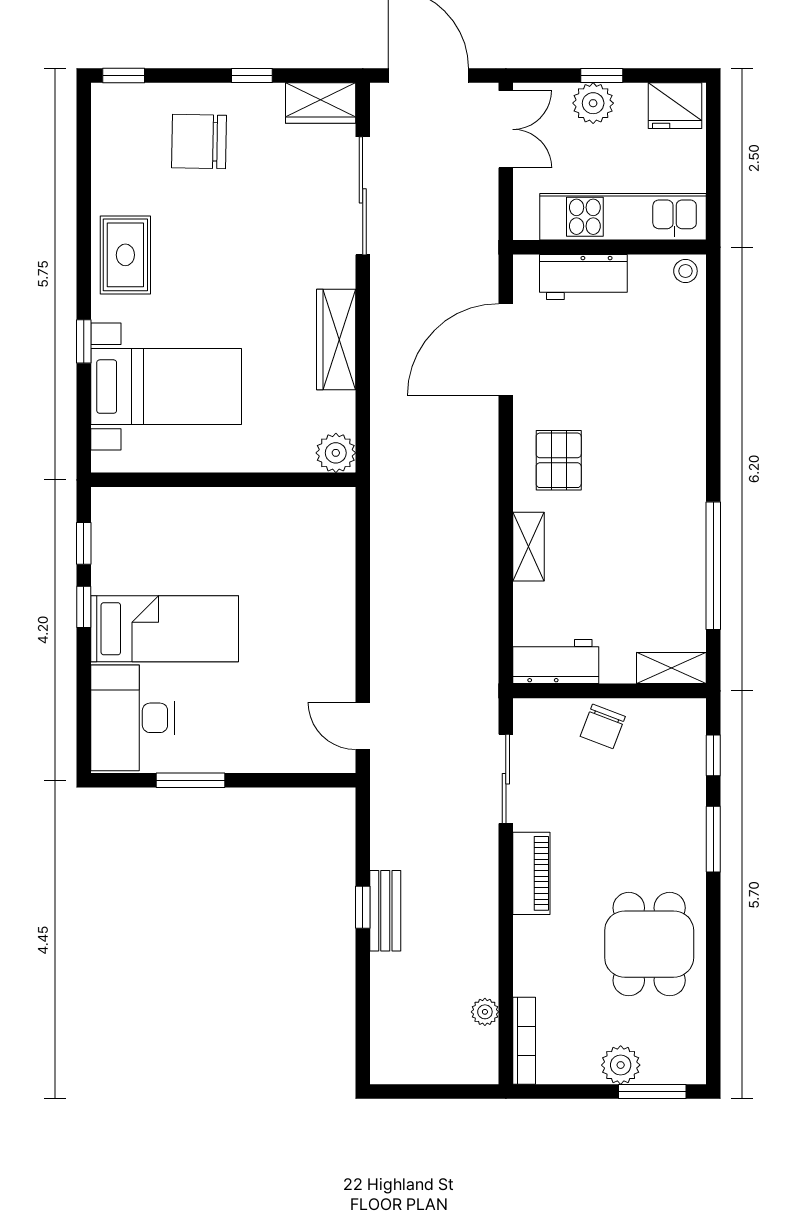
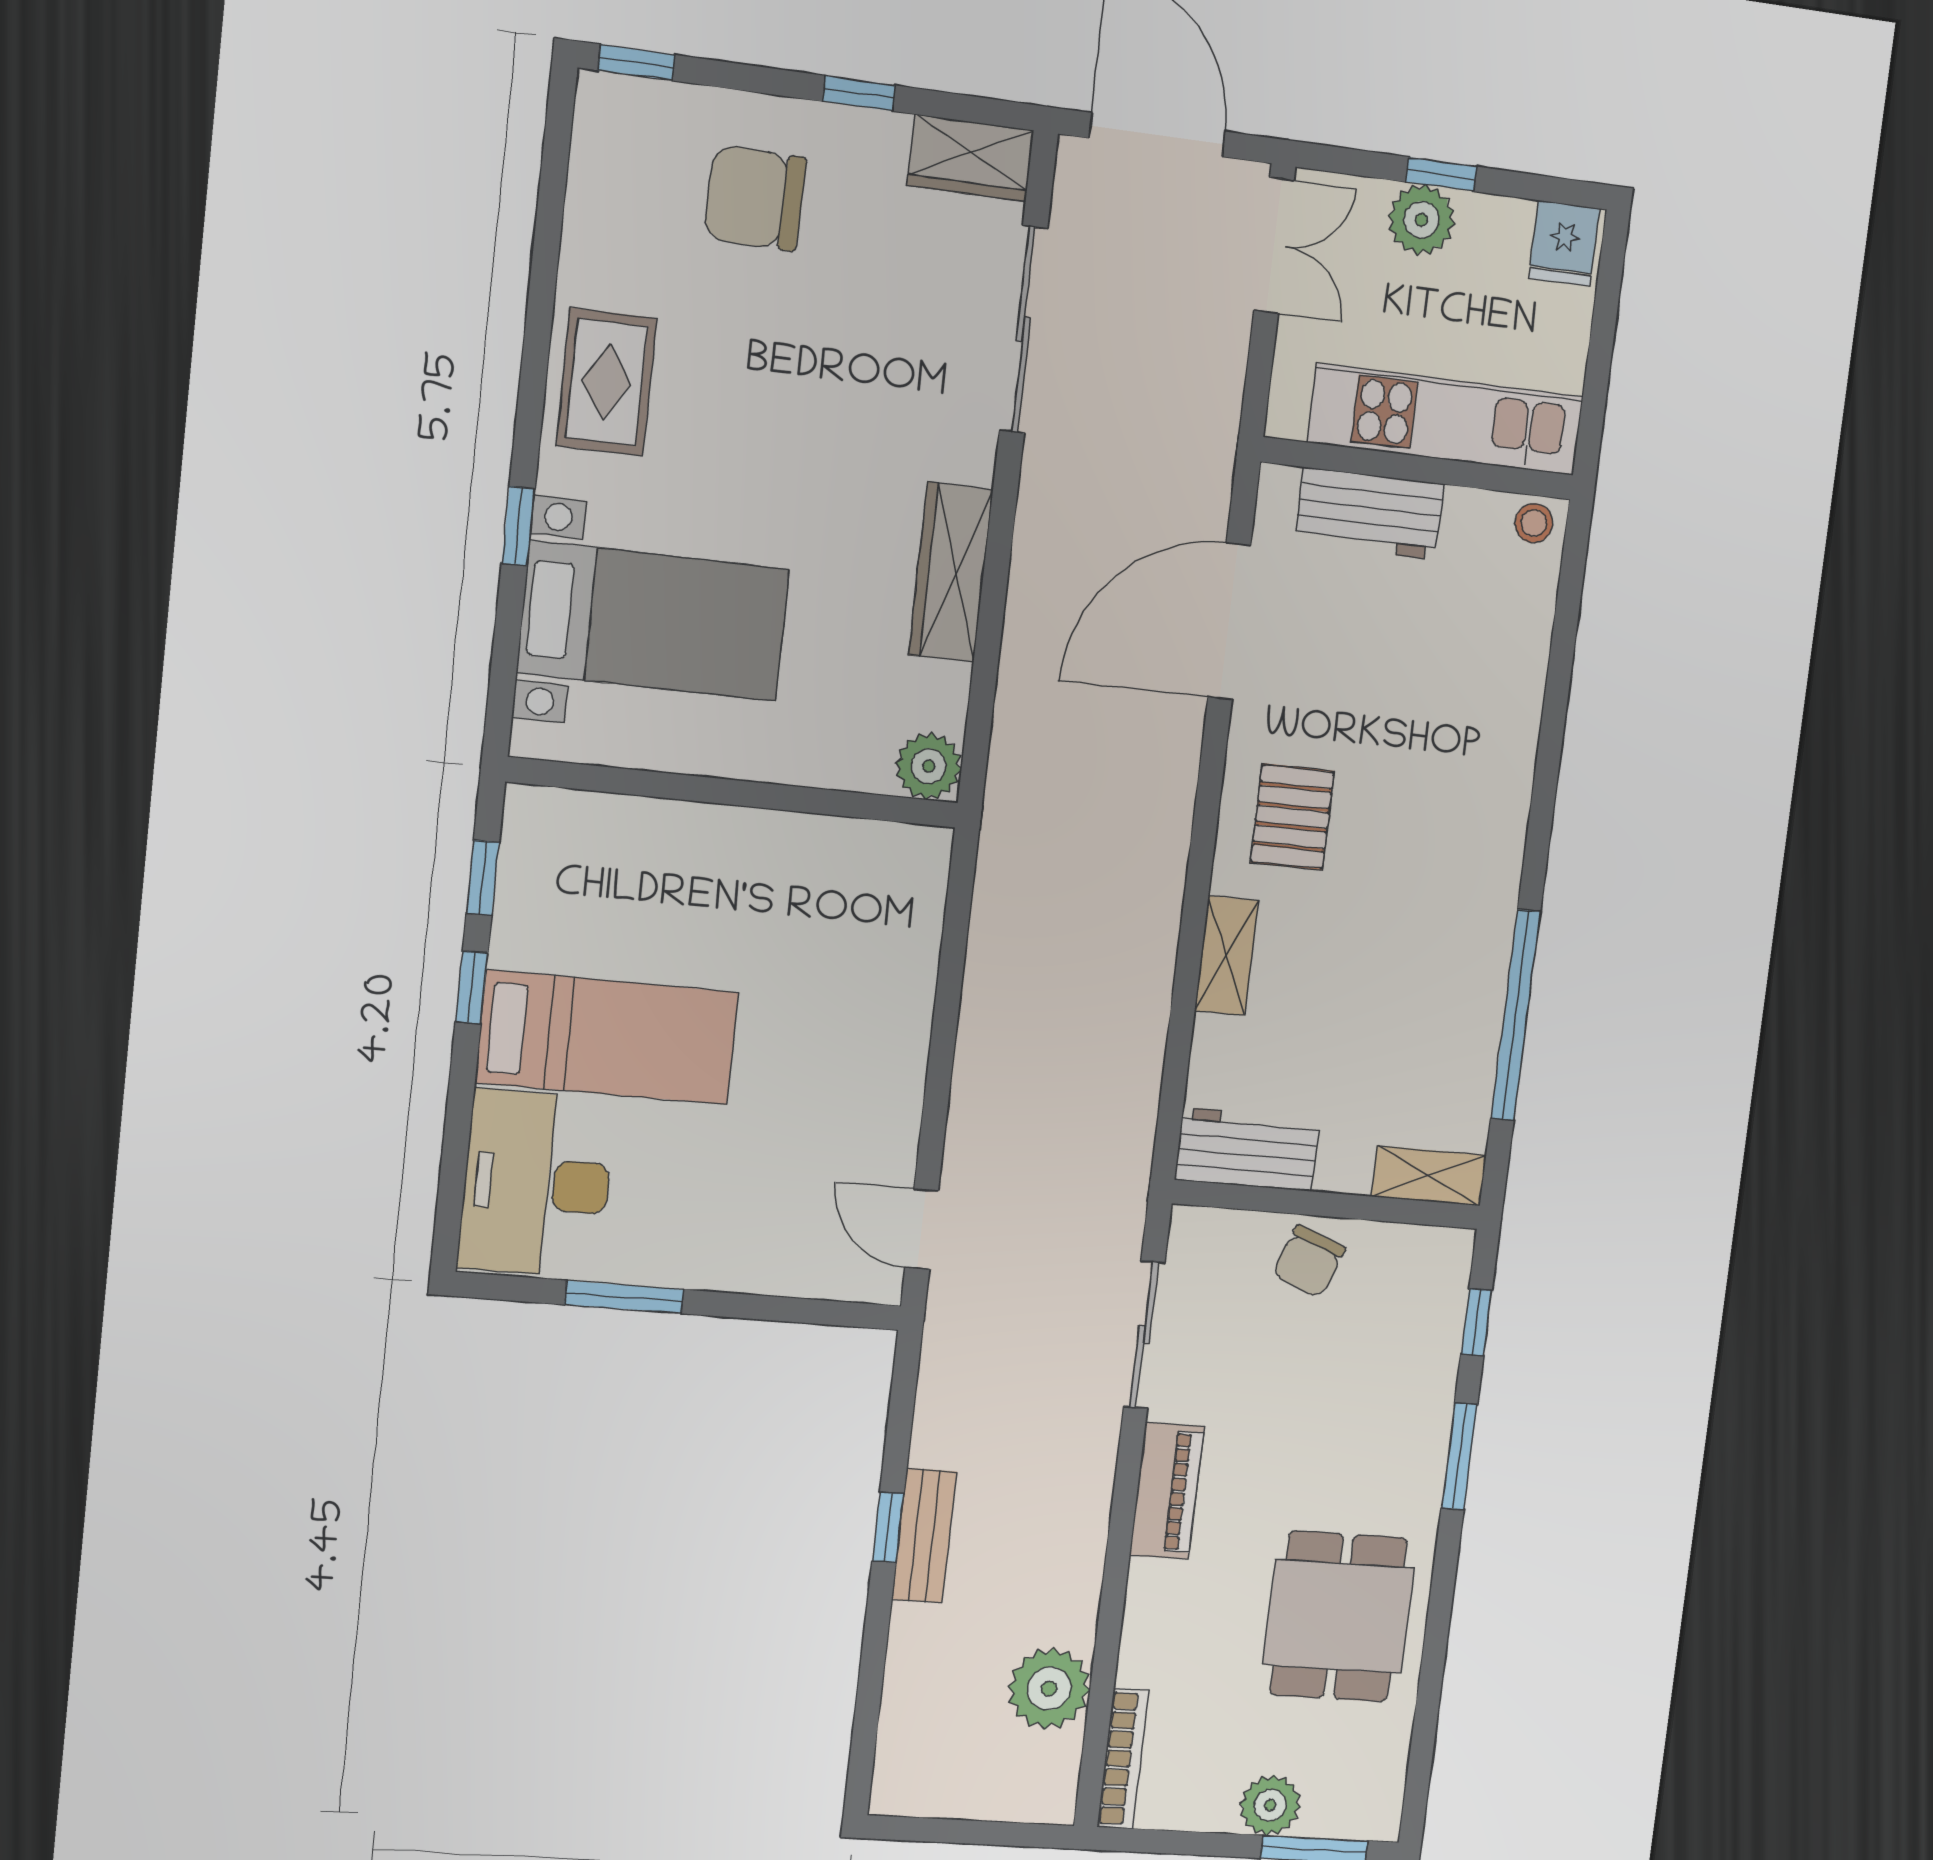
fridge: (675, 106) -> (1564, 243), width x0.72
plant: (485, 1012) -> (1049, 1689), width x1.88, depth x1.88

